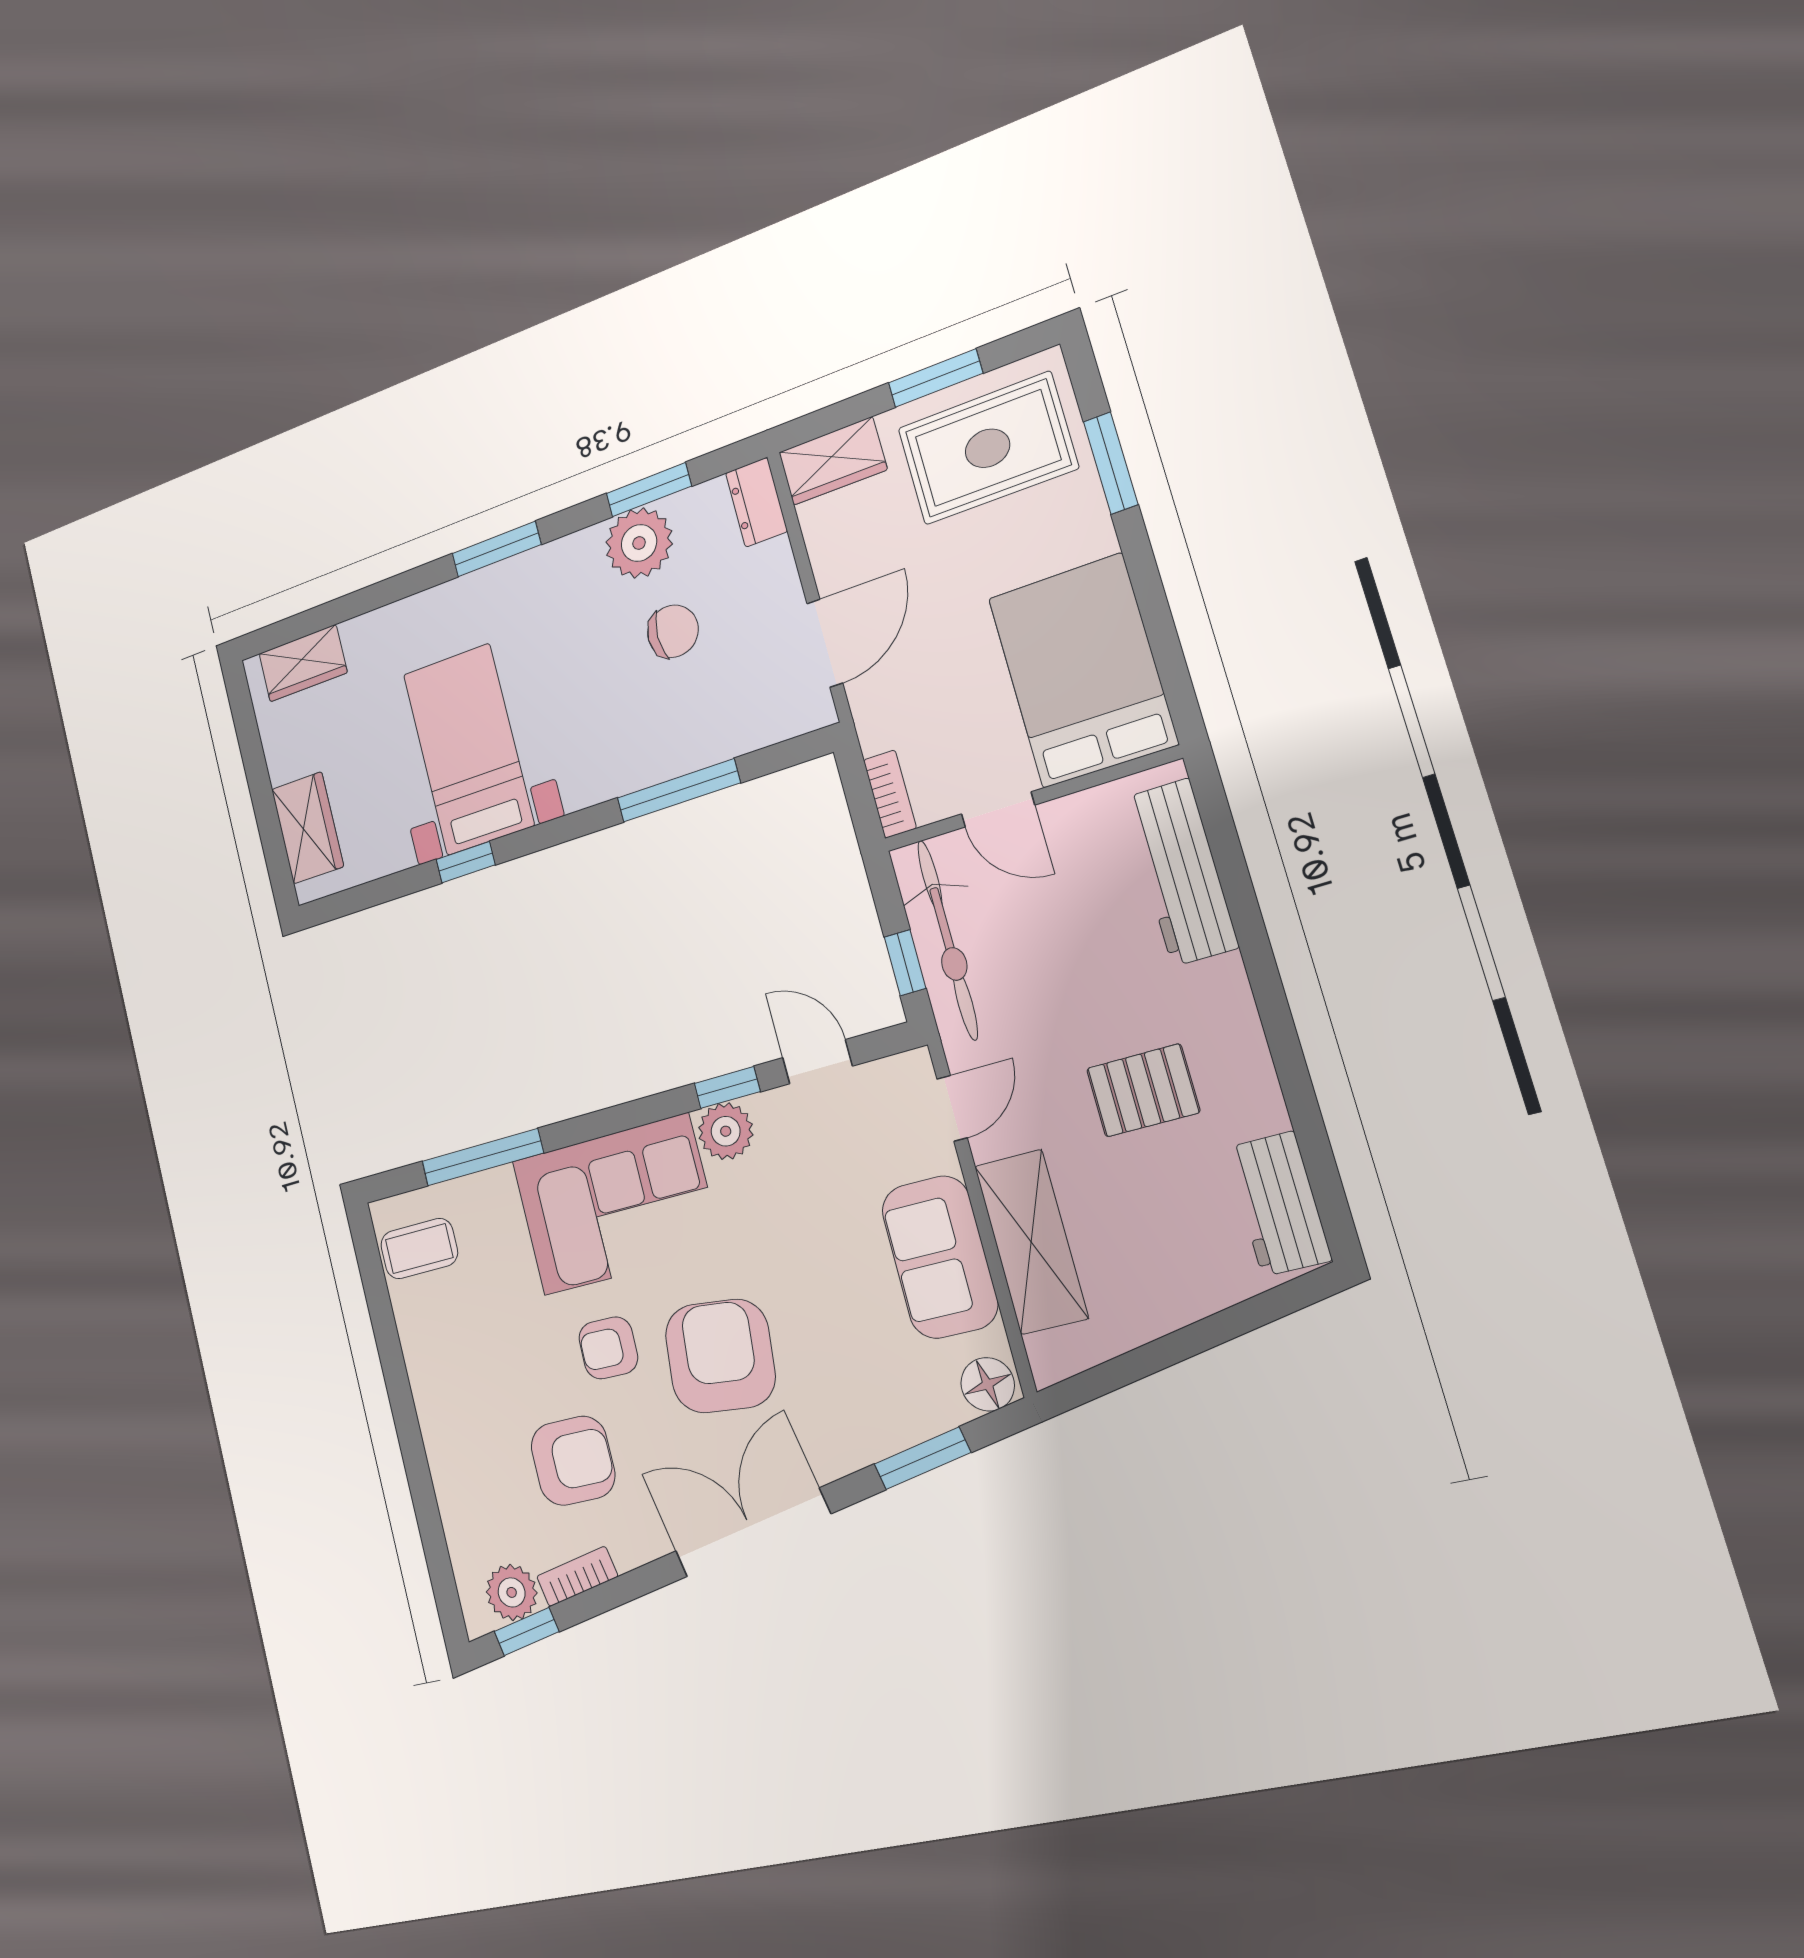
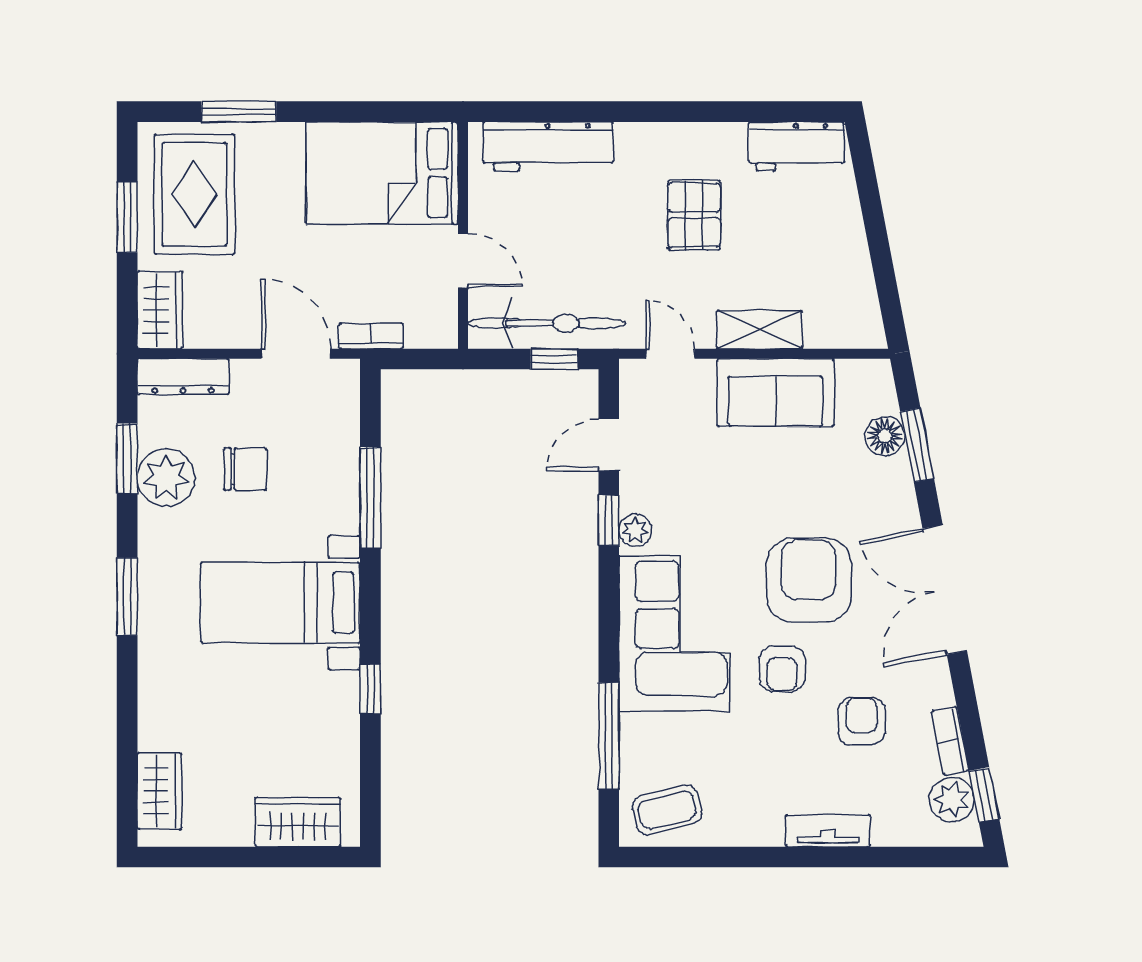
dresser: (756, 502) -> (183, 377), width x1.44
chair: (673, 631) -> (245, 469), turned 90
bed with nightstands: (468, 749) -> (280, 603), moved
bookcase: (890, 794) -> (371, 336), moved
door: (998, 809) -> (463, 261), hinge flipped
plant: (726, 1131) -> (635, 530), width x0.73, depth x0.73
shelving: (1031, 1242) -> (759, 330), width x0.67, depth x0.75
coffee table: (419, 1249) -> (667, 810), turned 76
armchair: (720, 1356) -> (809, 580), turned 84
floor lamp: (988, 1384) -> (885, 436), moved
tv unit: (442, 1447) -> (828, 831), added
armchair: (573, 1461) -> (862, 721), width x0.72, depth x0.72

